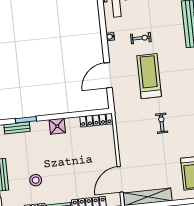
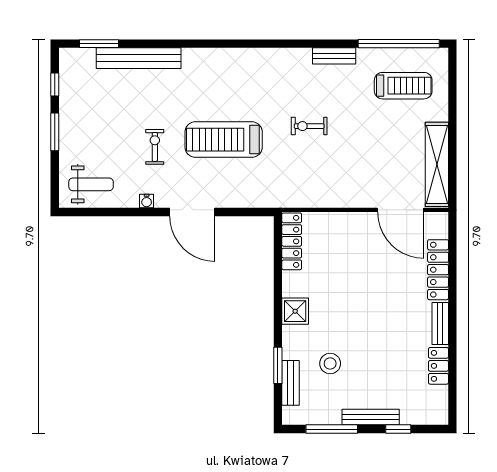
door: (108, 75) -> (192, 212), moved
stool: (36, 180) -> (330, 363), moved

